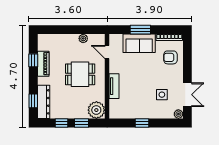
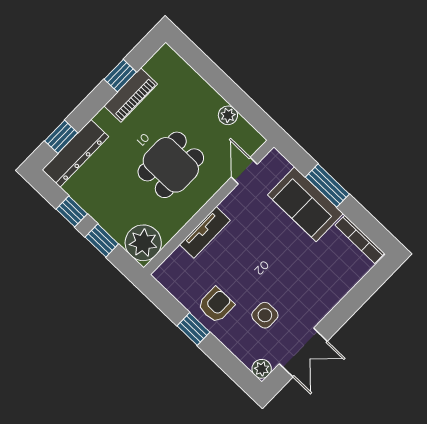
armchair: (170, 57) -> (216, 305), moved, turned 90
dining table: (80, 74) -> (171, 165), turned 90

